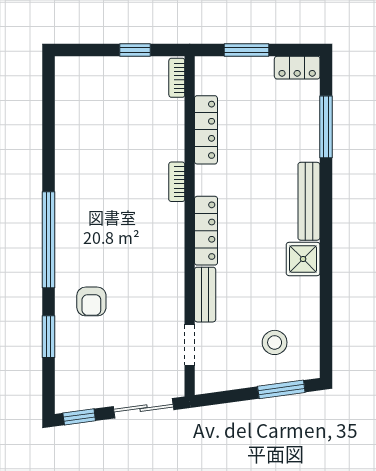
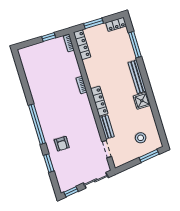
locker: (206, 130) -> (82, 45), moved

